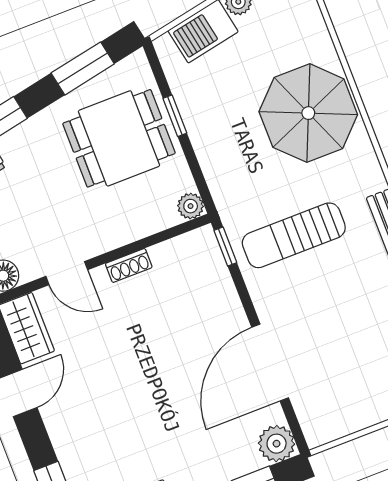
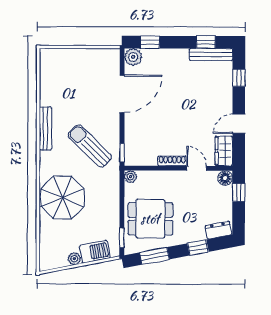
window: (175, 116) -> (122, 238), moved
sun lounger: (294, 235) -> (90, 146), turned -136
shoe rack: (129, 265) -> (172, 161), width x1.43

